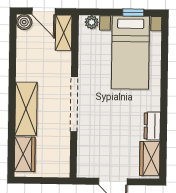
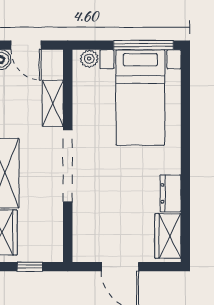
window: (133, 13) -> (143, 45), width x2.17
shelving: (64, 33) -> (53, 103), moved
window: (44, 181) -> (30, 267), added

